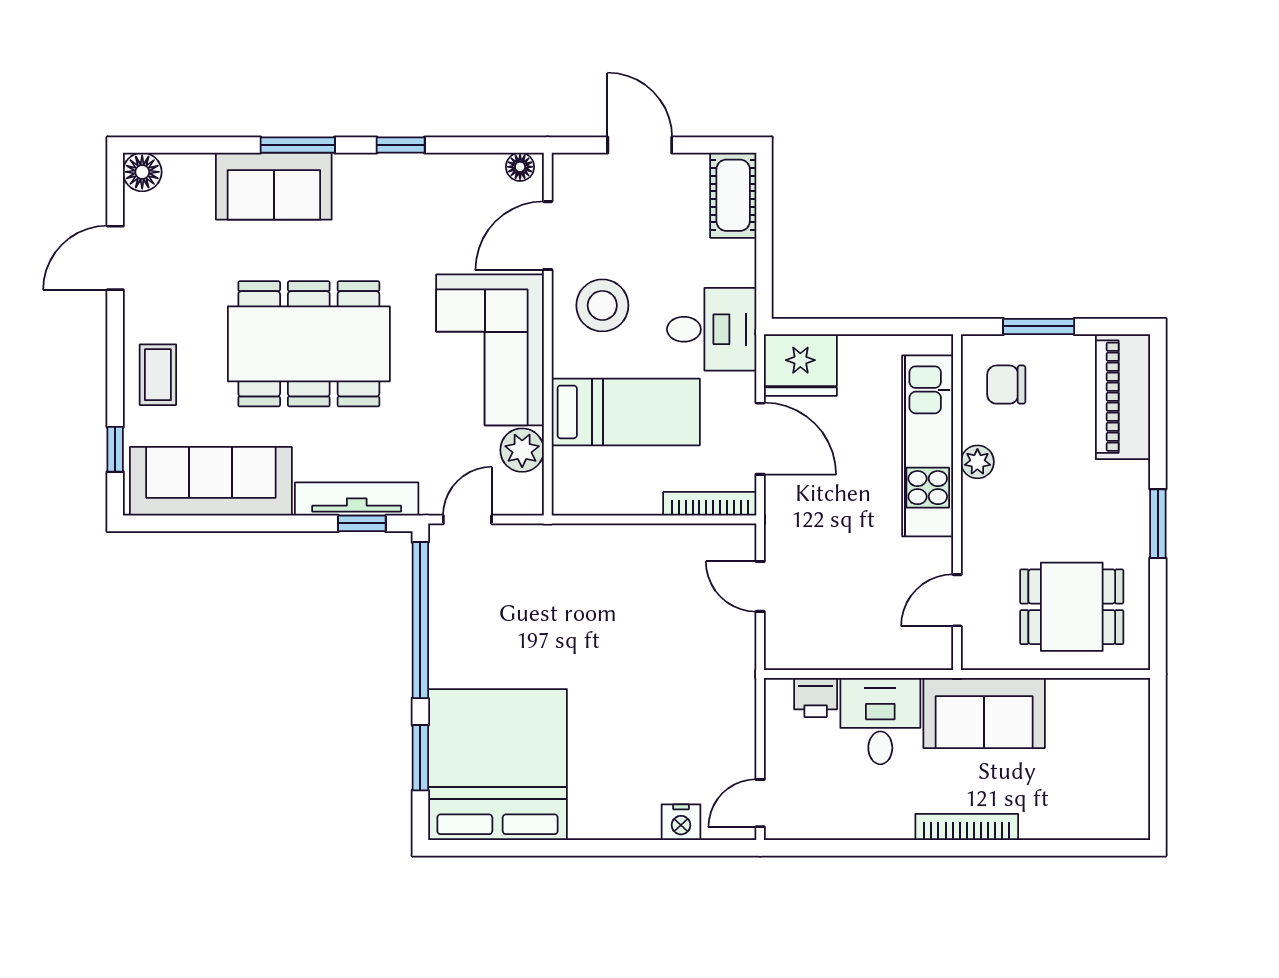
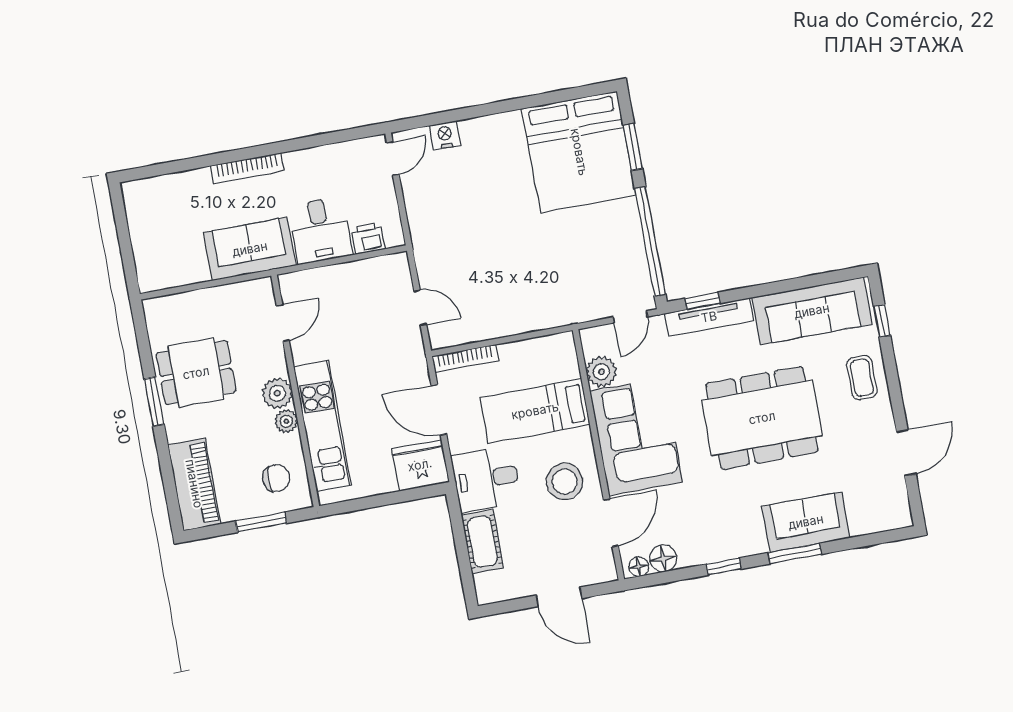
floor lamp: (142, 172) -> (663, 558), moved
cot: (733, 195) -> (482, 542), moved
plant: (983, 503) -> (277, 393), added
dining table: (1072, 607) -> (196, 373), moved

